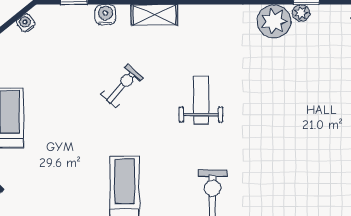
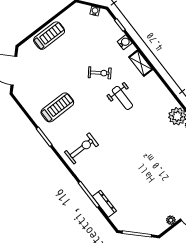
weight bench: (201, 100) -> (122, 98), moved, turned 90

